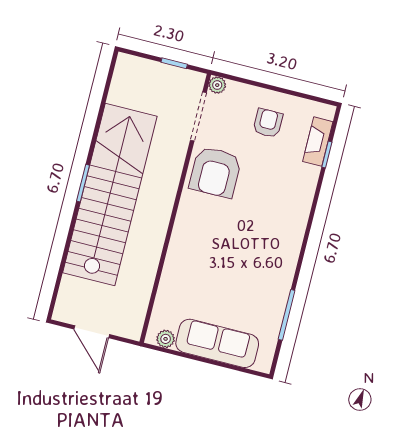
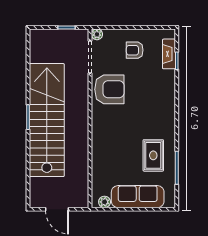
armchair: (268, 123) -> (135, 50), turned -90
armchair: (215, 172) -> (109, 89), turned -90
rug: (256, 287) -> (153, 155), added

